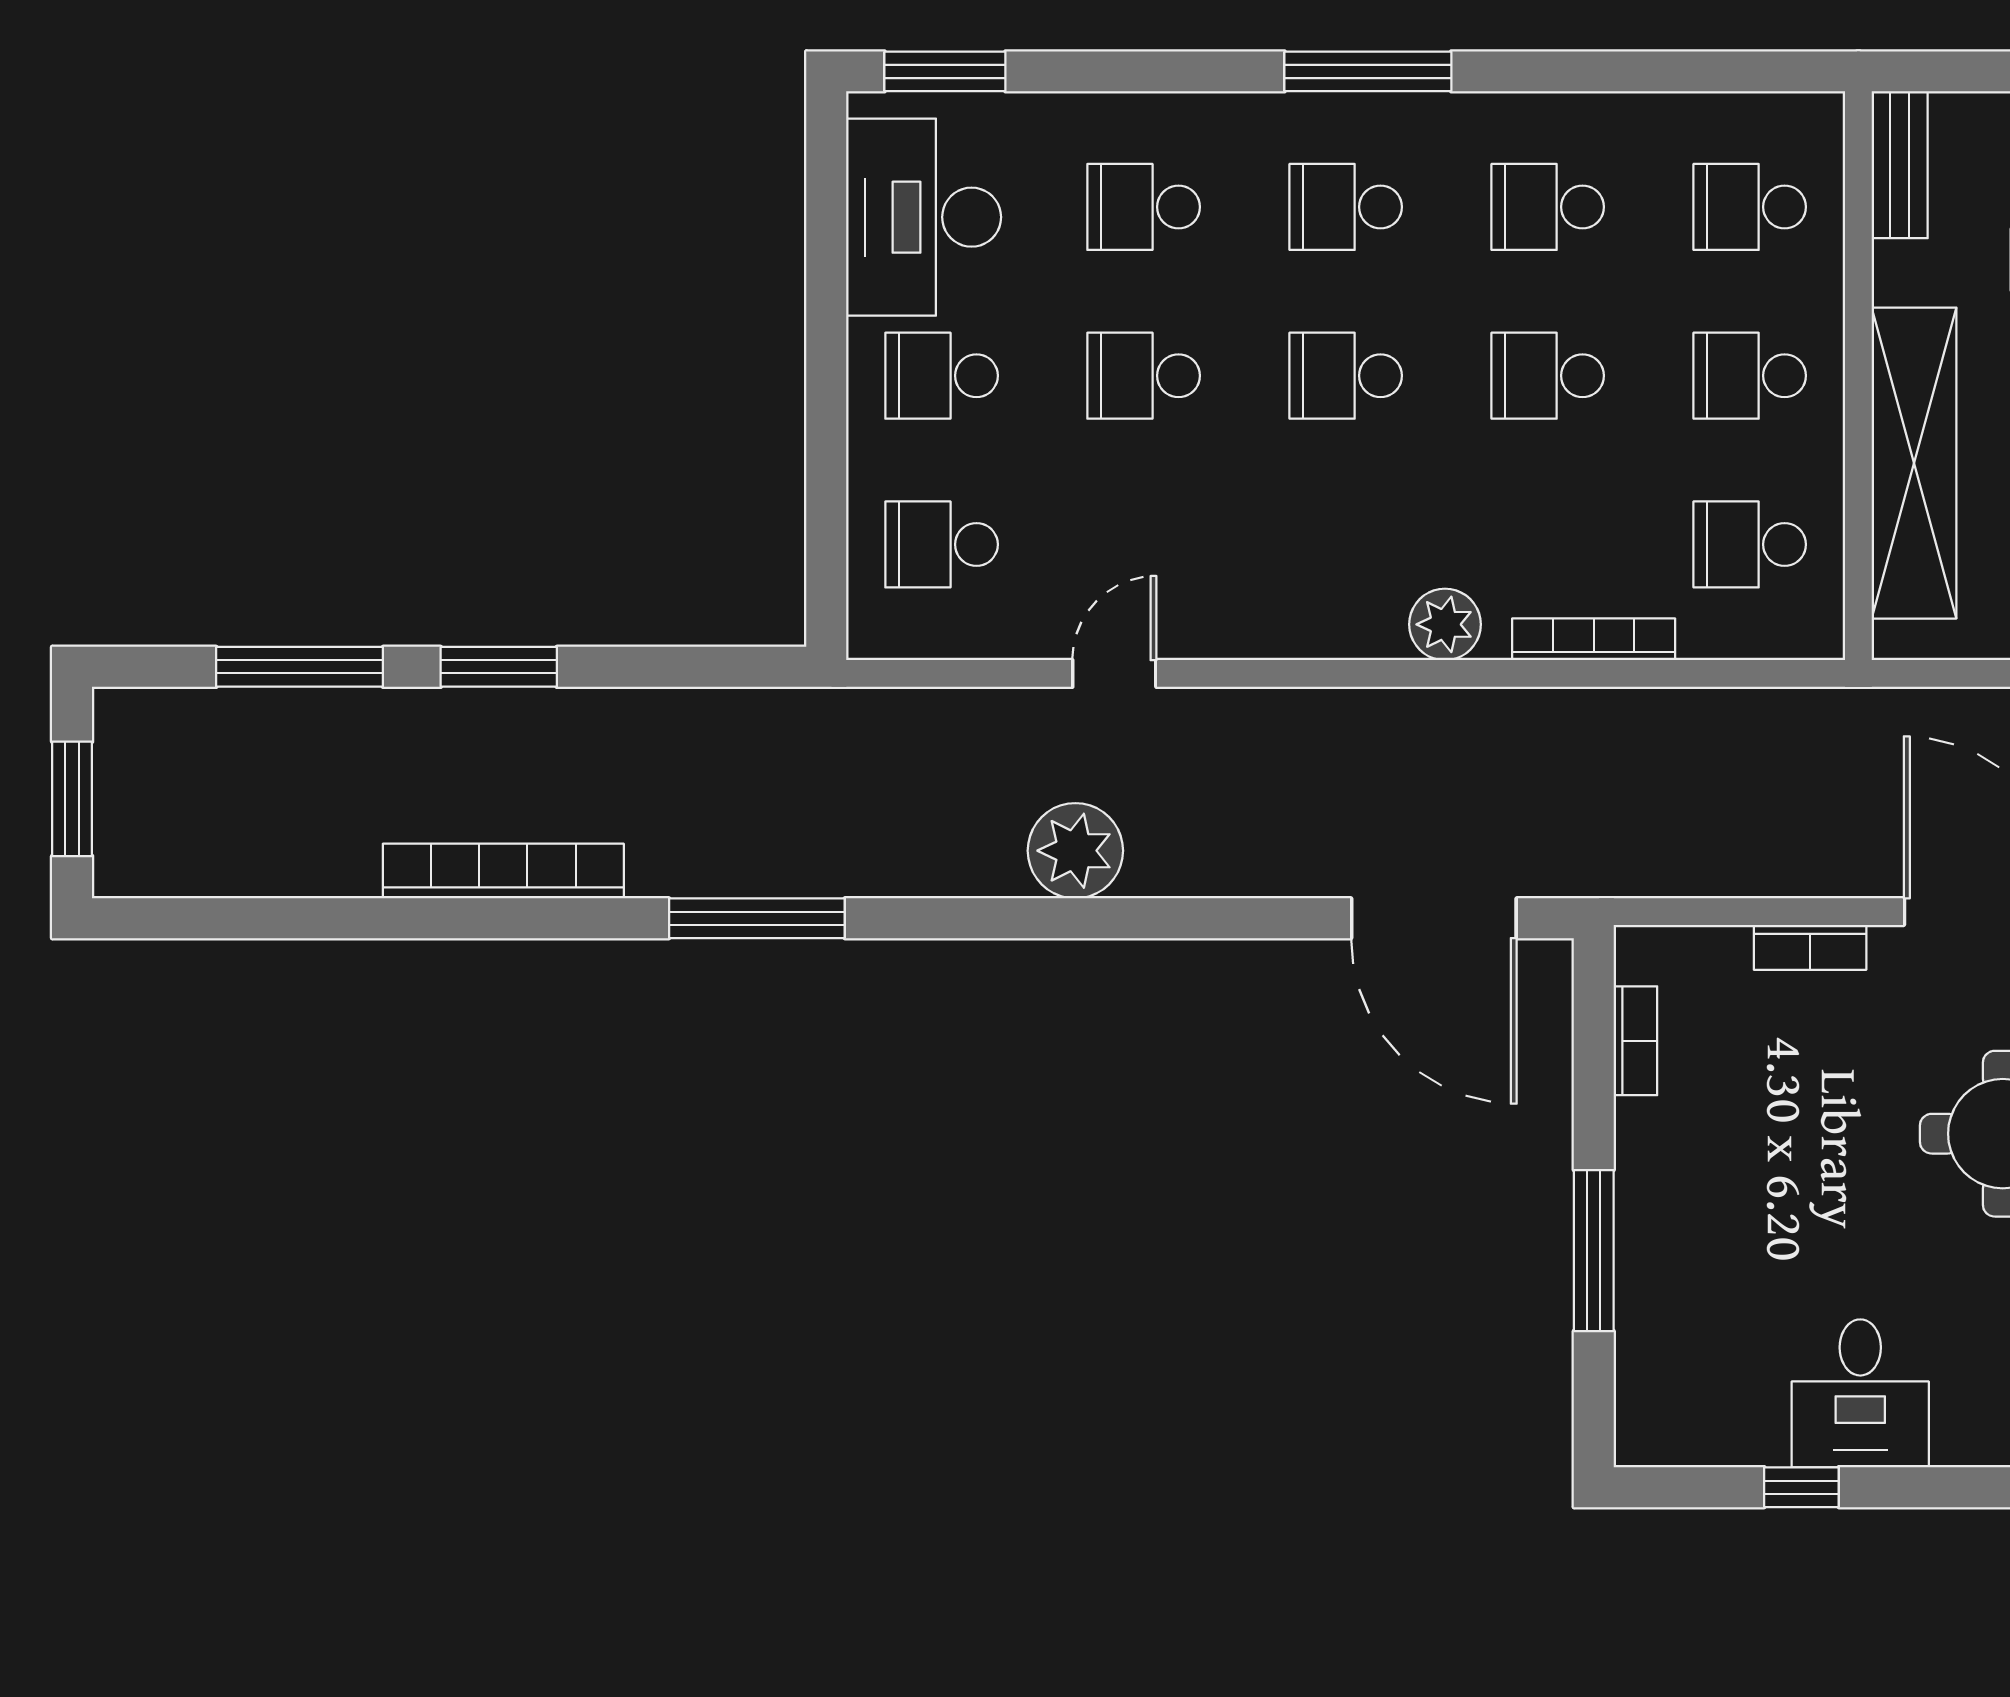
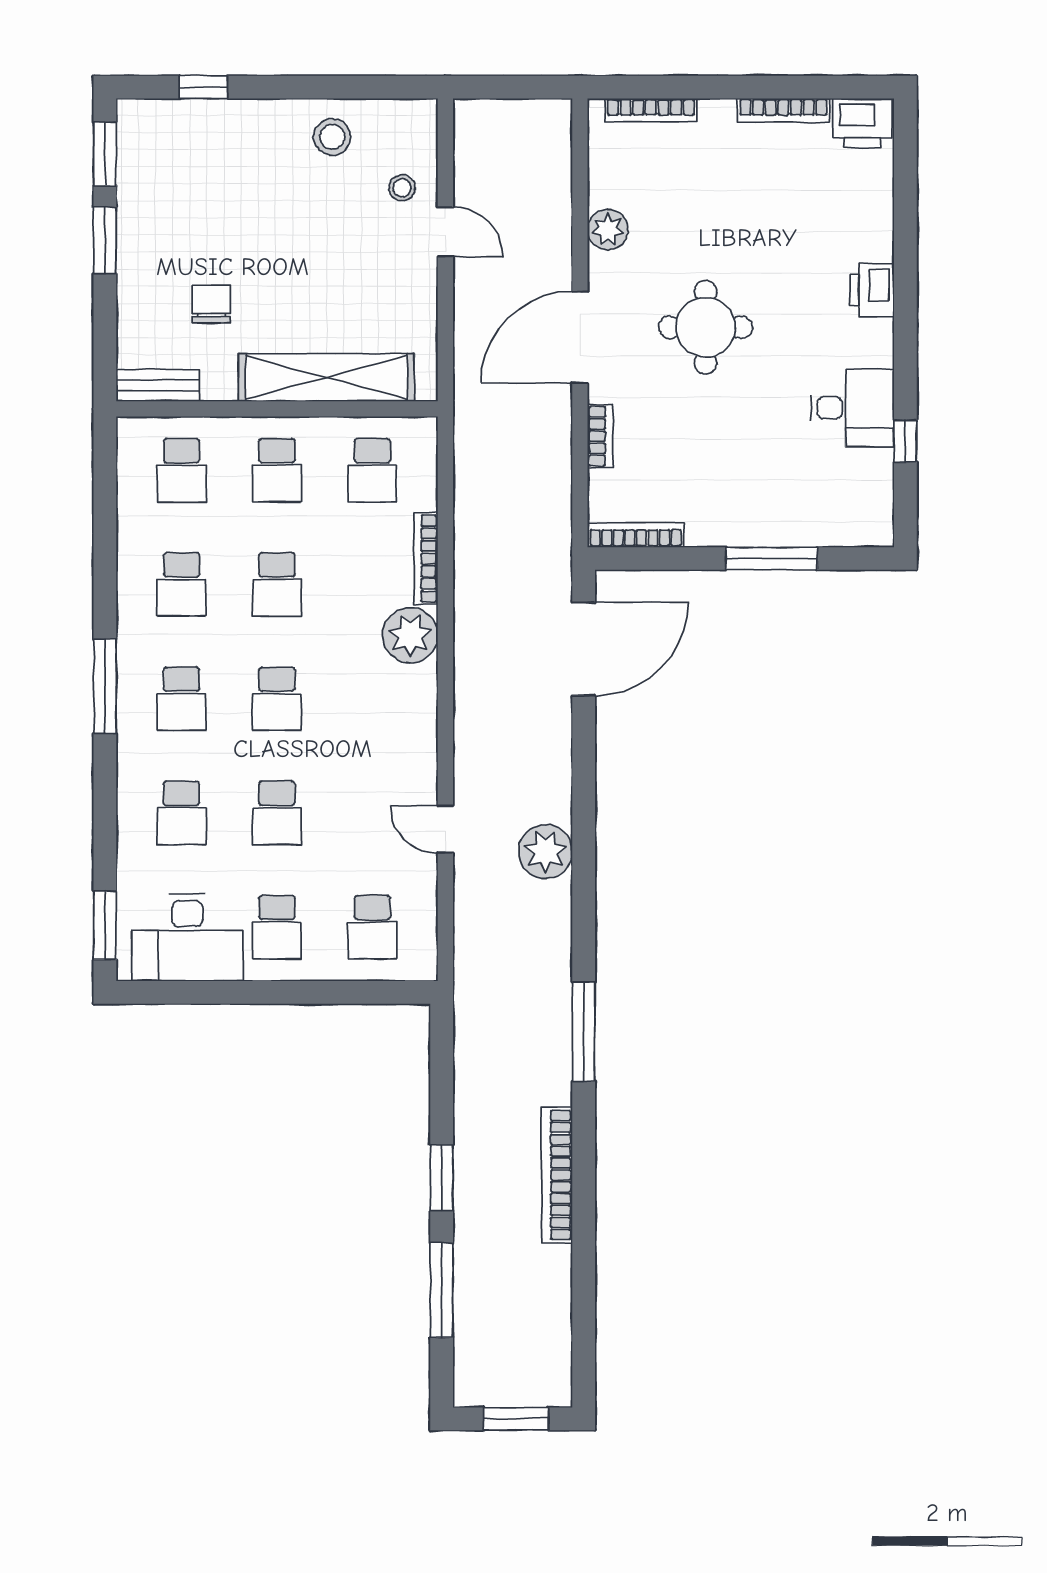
plant: (1445, 624) -> (410, 635), width x1.36, depth x1.36
bookcase: (1635, 1041) -> (636, 535), width x1.56

